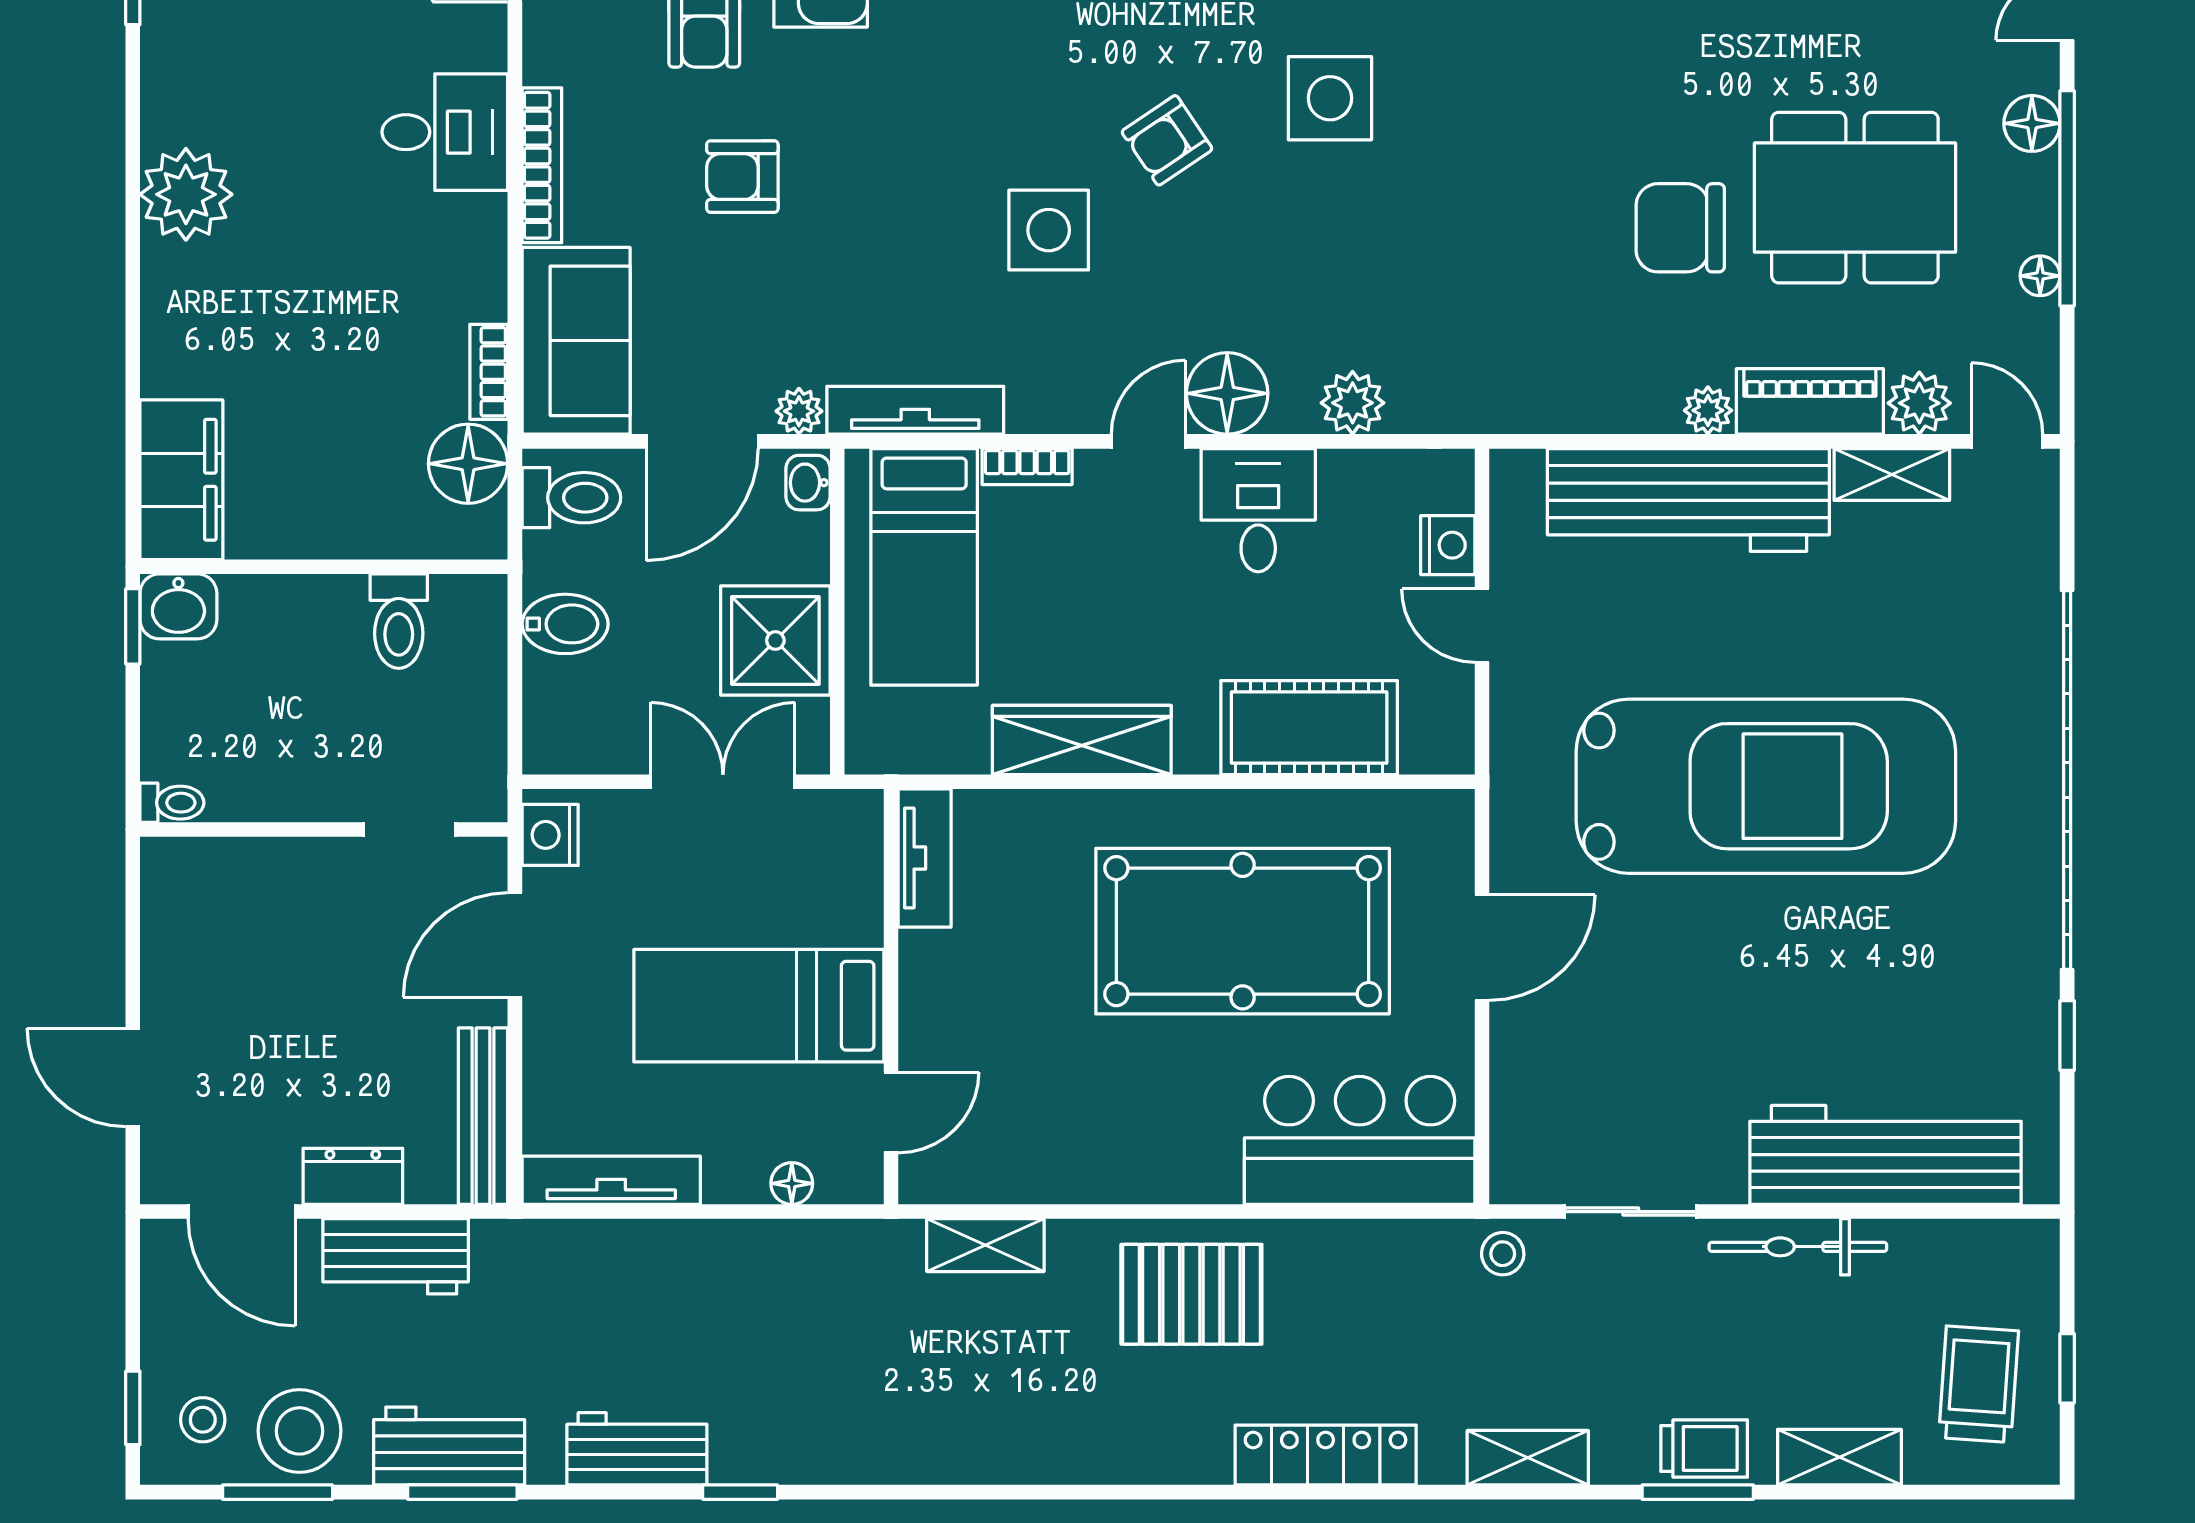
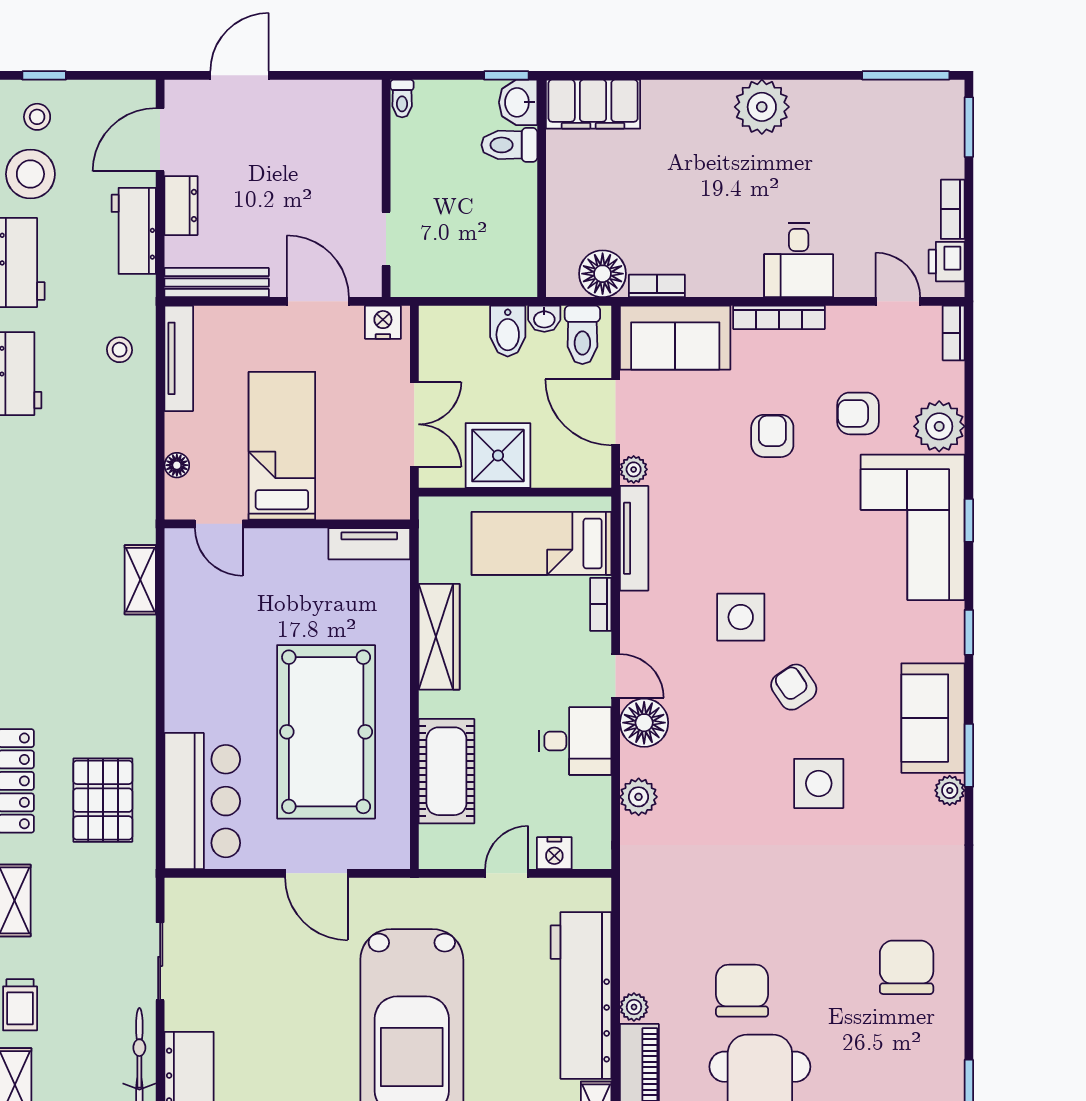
washbasin: (808, 483) -> (544, 319), moved, turned 180
toilet: (399, 621) -> (509, 145), moved
stool: (1503, 1254) -> (120, 350), moved
pallet: (1191, 1294) -> (103, 800), moved

